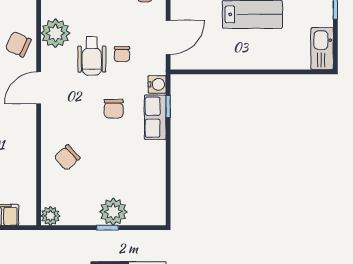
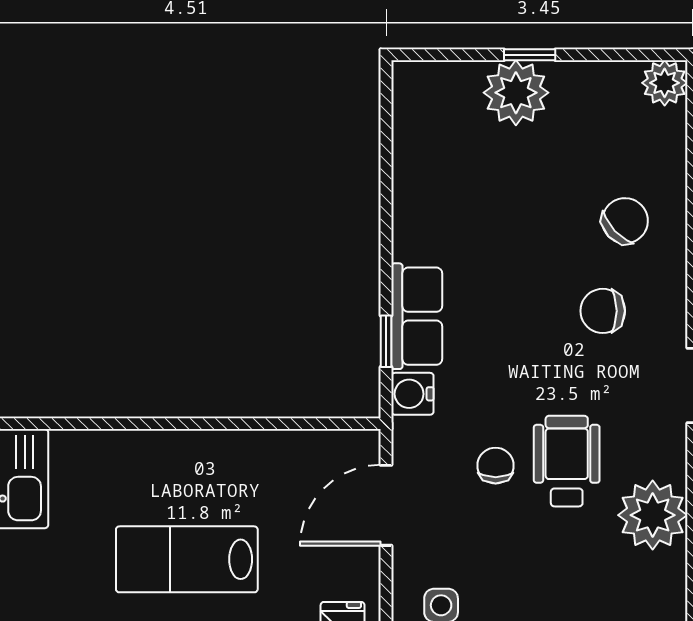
chair: (114, 109) -> (603, 311), moved, turned -90

